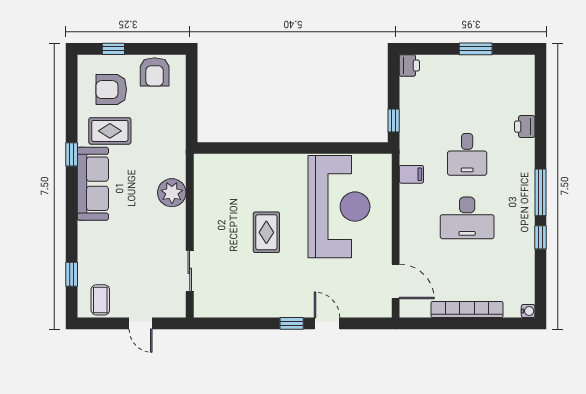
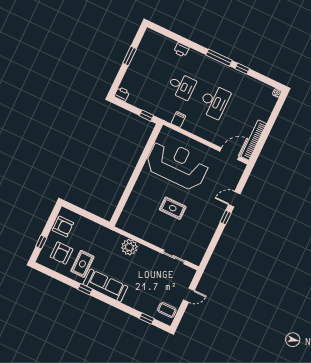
bookcase: (467, 309) -> (254, 140), moved

